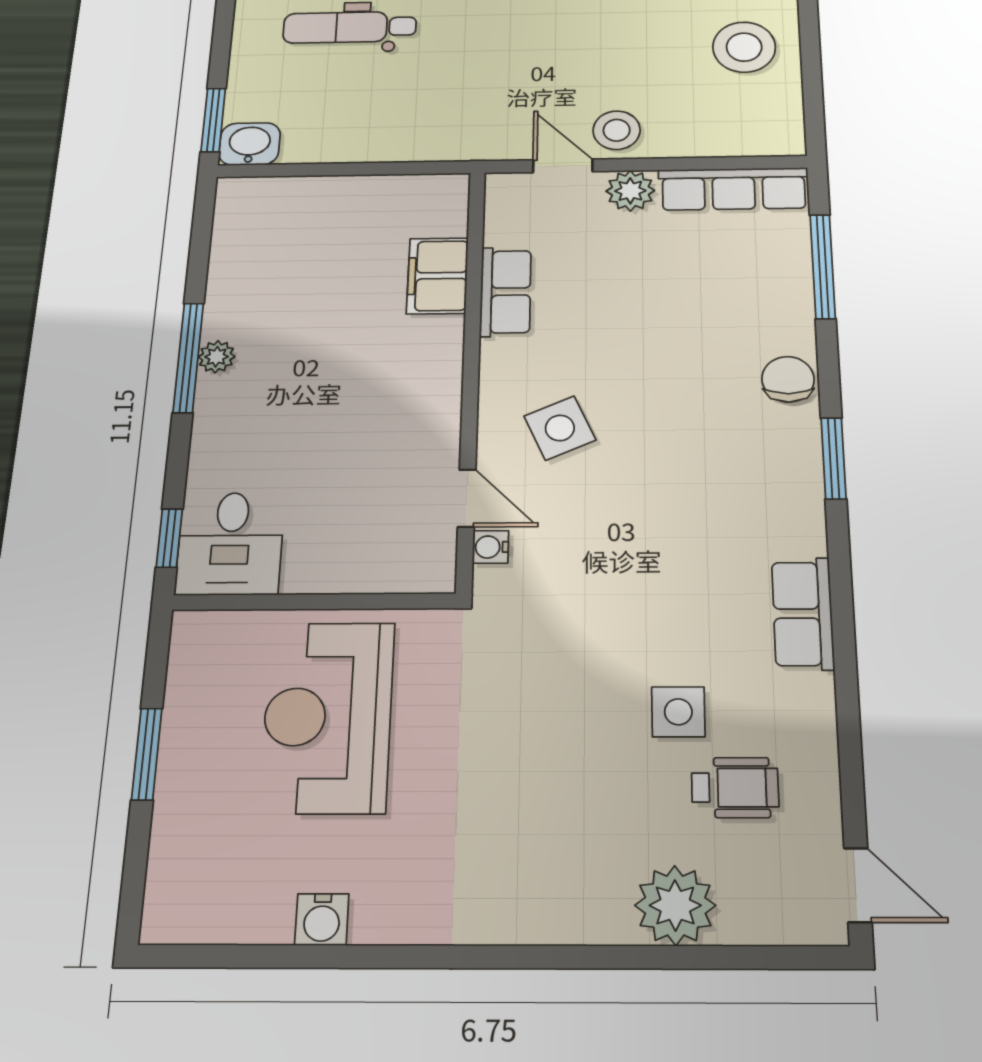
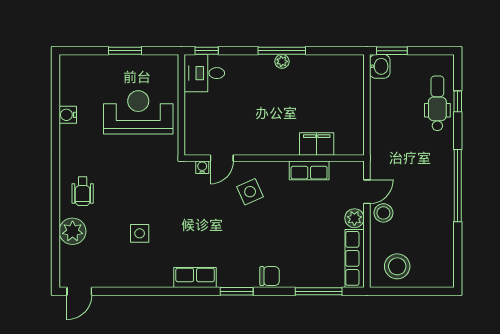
stool: (744, 47) -> (397, 266), moved
row of seats: (803, 614) -> (195, 277), moved
wheelchair: (735, 788) -> (83, 191), moved

